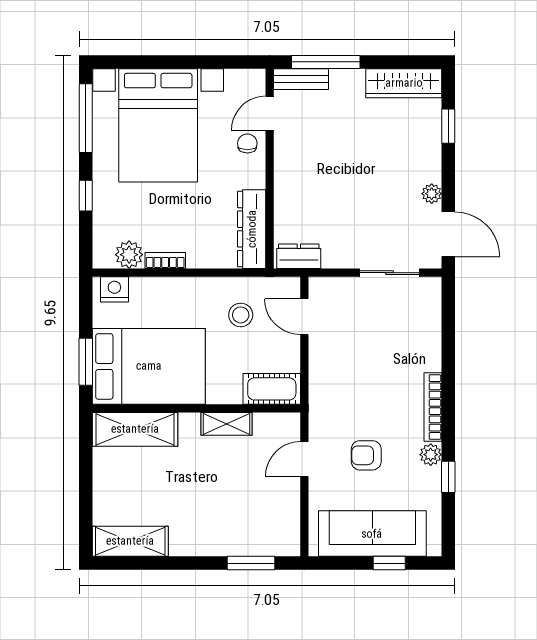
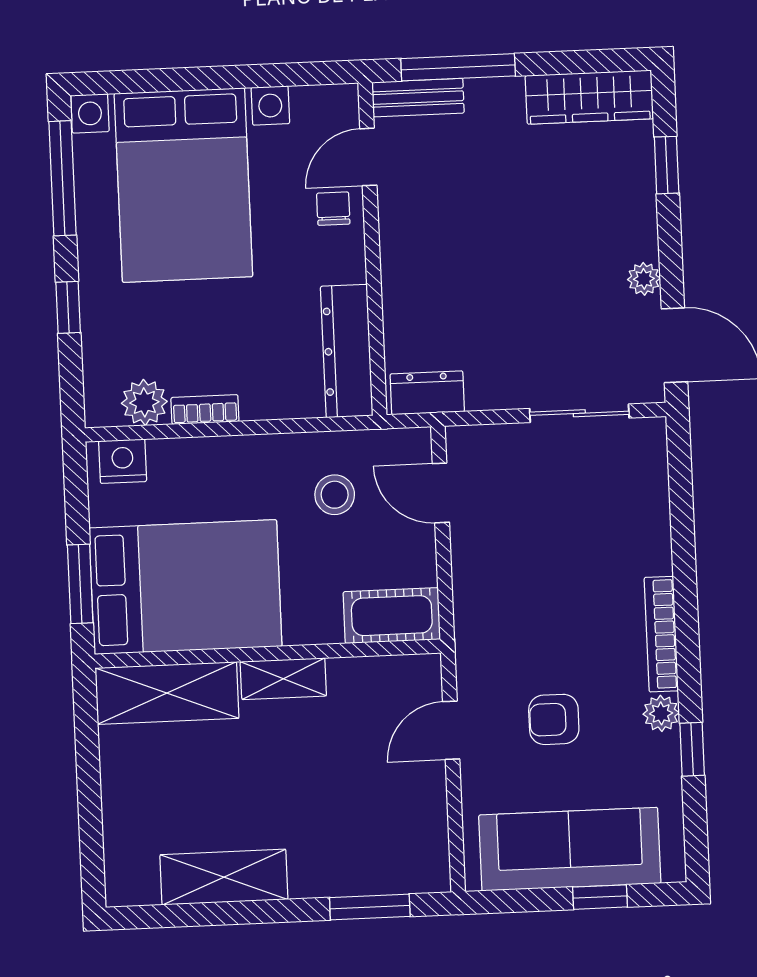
shelving: (226, 424) -> (283, 679), moved
shelving: (130, 541) -> (224, 877), moved

